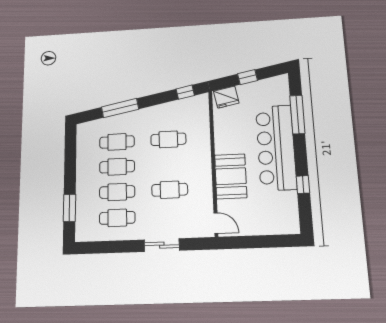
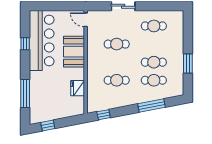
window: (247, 77) -> (48, 125), moved
fridge: (226, 97) -> (78, 88), moved, turned -79
bar counter: (276, 147) -> (42, 41), moved
cafe table: (117, 192) -> (154, 44), removed
window: (69, 208) -> (188, 63), moved

